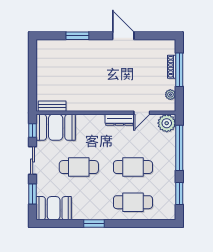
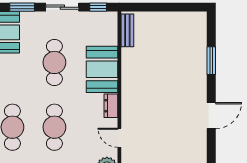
dresser: (119, 120) -> (111, 106), width x0.70
booth: (56, 127) -> (102, 69), moved

